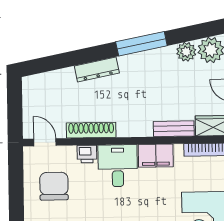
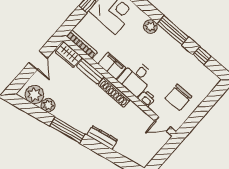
shoe rack: (91, 130) -> (114, 92), moved
door: (45, 142) -> (163, 124), hinge flipped

